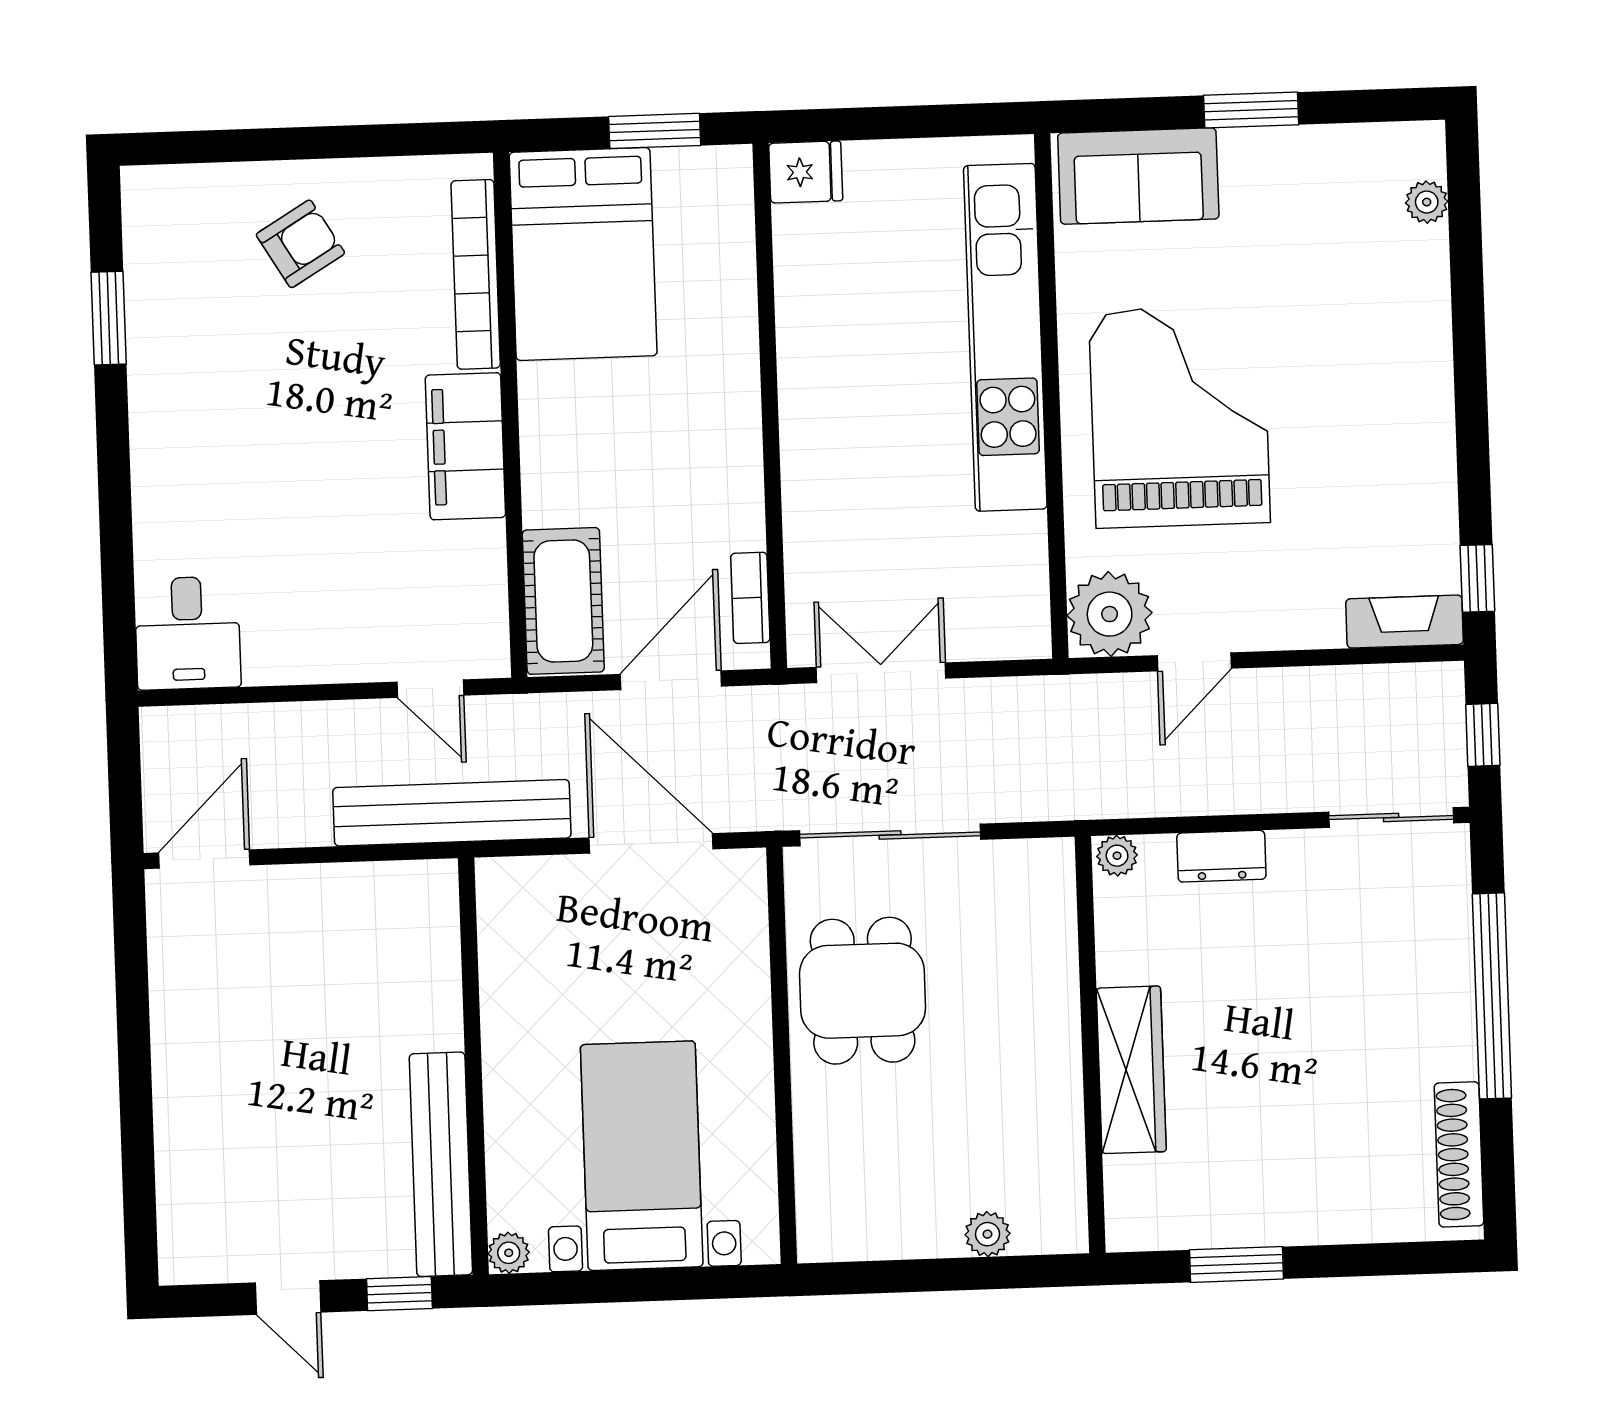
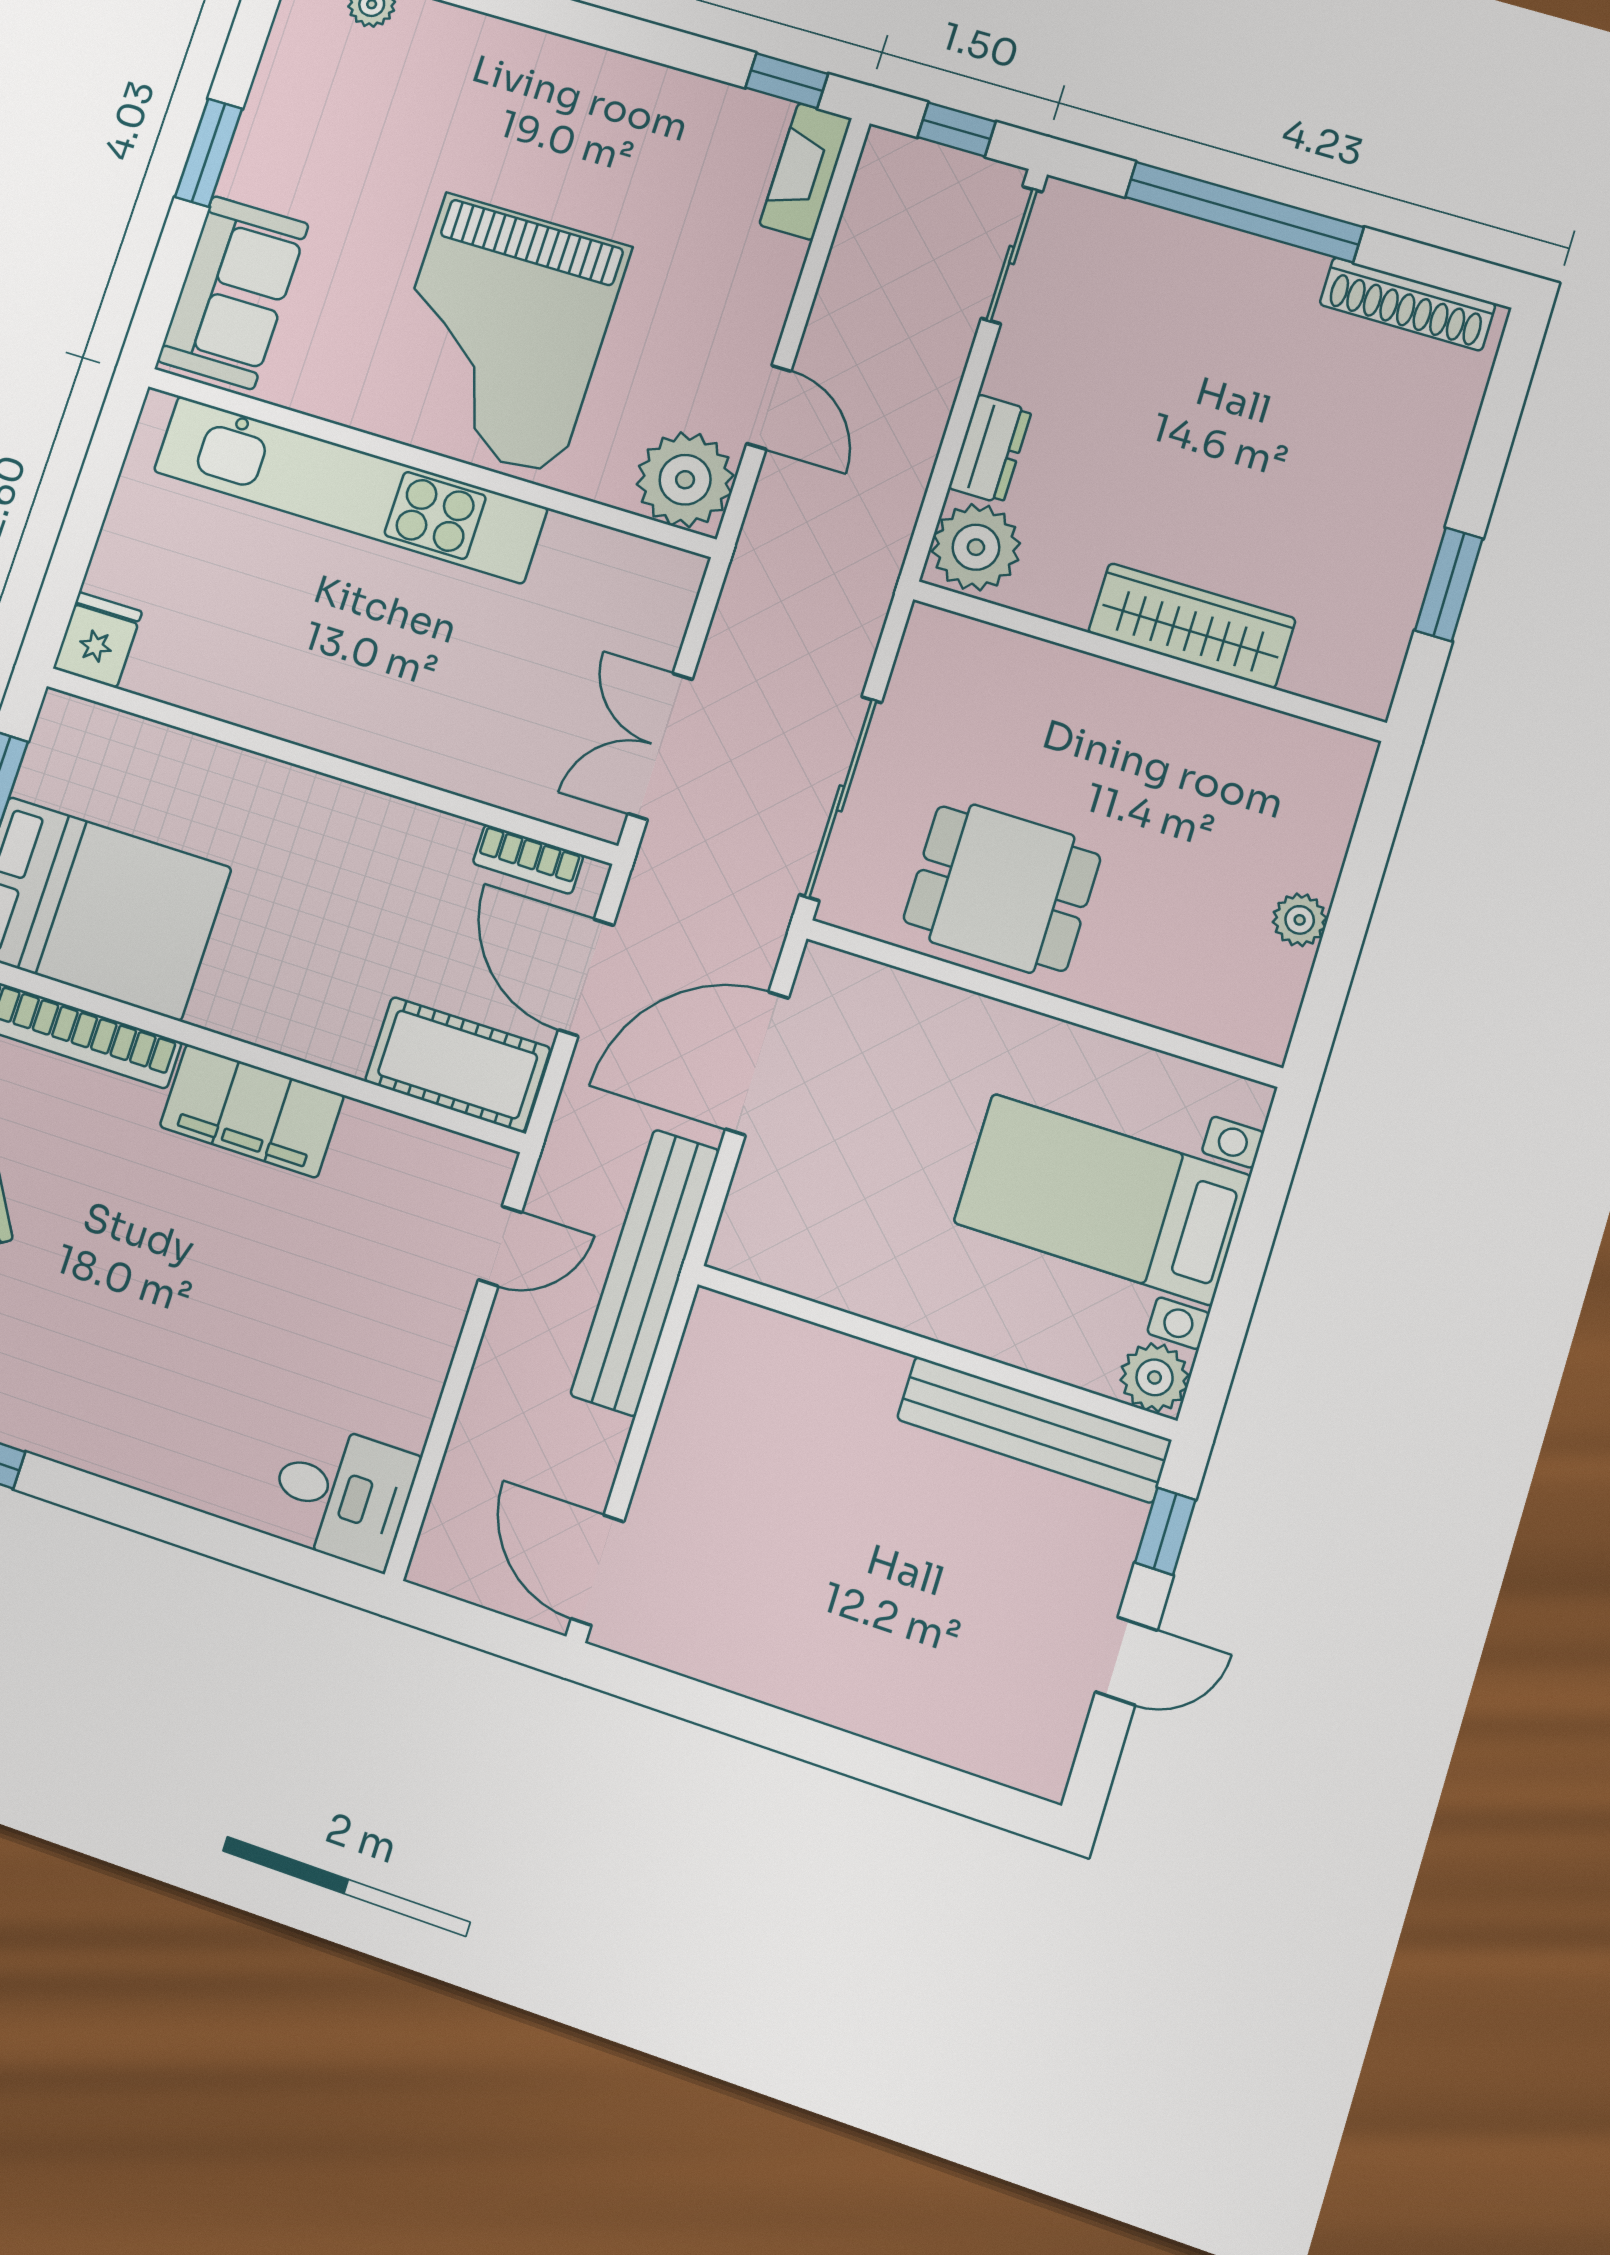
grand piano: (1180, 417) -> (501, 335), turned -90
plant: (1117, 856) -> (976, 547), width x1.87, depth x1.87
plant: (987, 1234) -> (1300, 920), moved
plant: (509, 1253) -> (1155, 1377), width x1.38, depth x1.38

